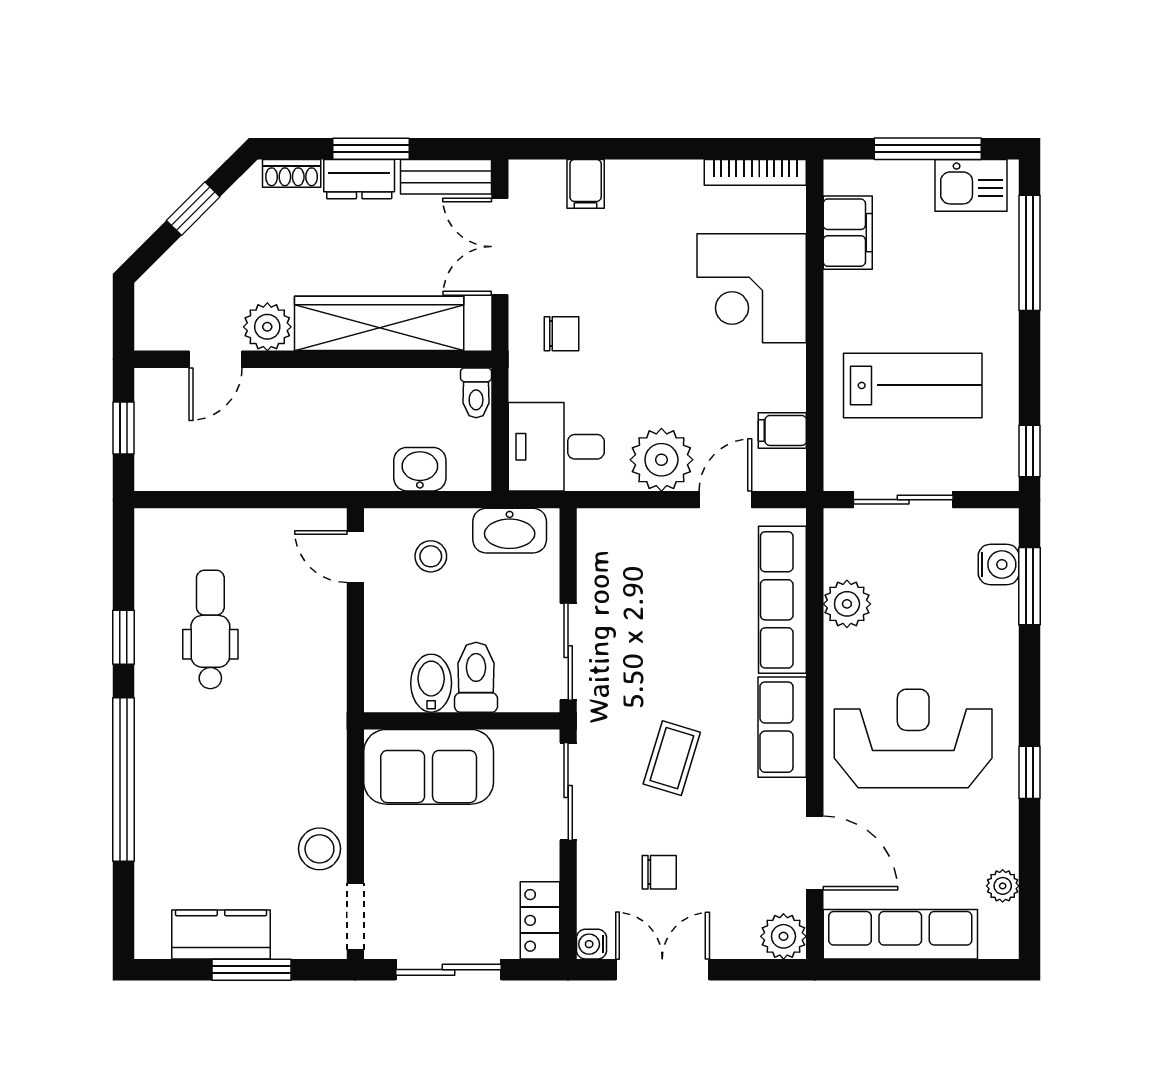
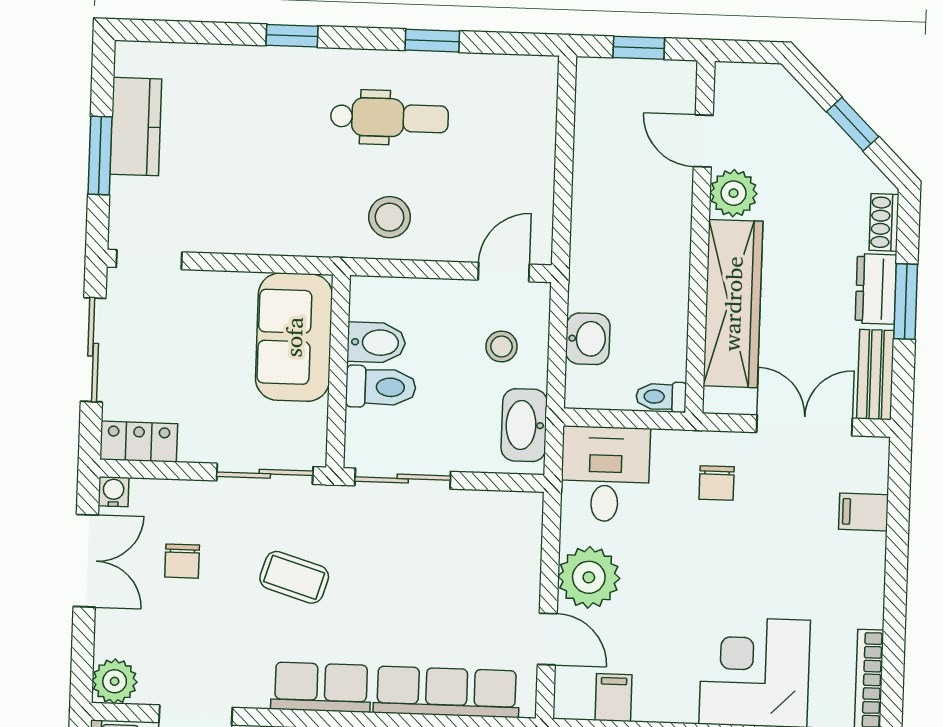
dental chair: (210, 629) -> (389, 118), moved
window: (123, 779) -> (292, 36), width x0.32
stool: (319, 849) -> (390, 217), moved

